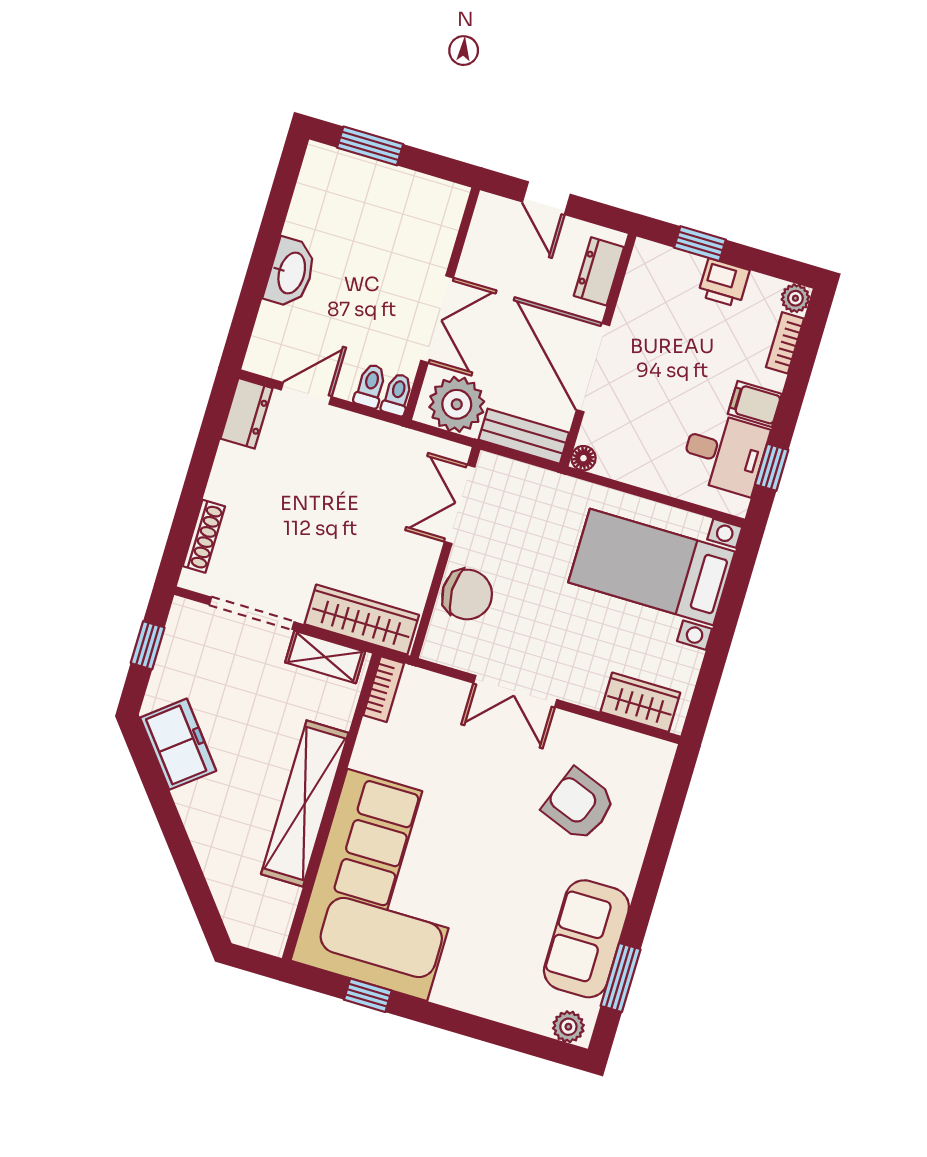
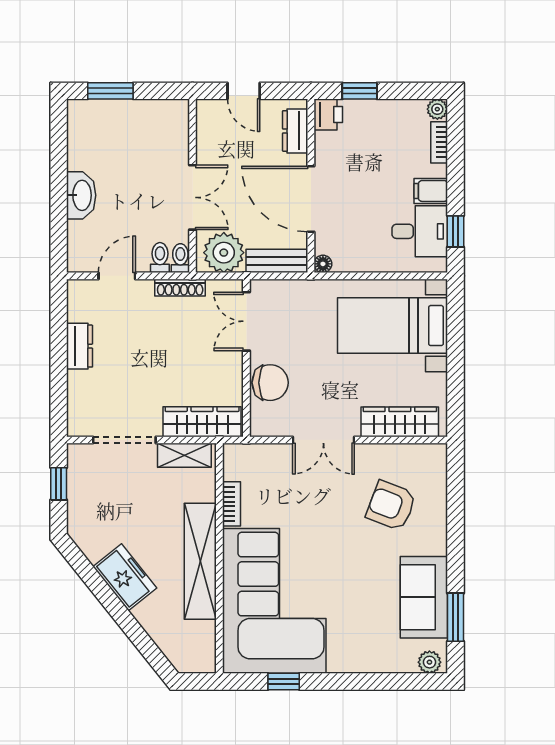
printer: (724, 283) -> (328, 115), moved, turned -90
dresser: (247, 413) -> (80, 346), moved
shoe rack: (204, 536) -> (180, 288), moved, turned 90
bookcase: (384, 689) -> (232, 504), moved
wardrobe: (640, 702) -> (400, 422), width x1.50
freezer: (178, 744) -> (125, 577), moved

